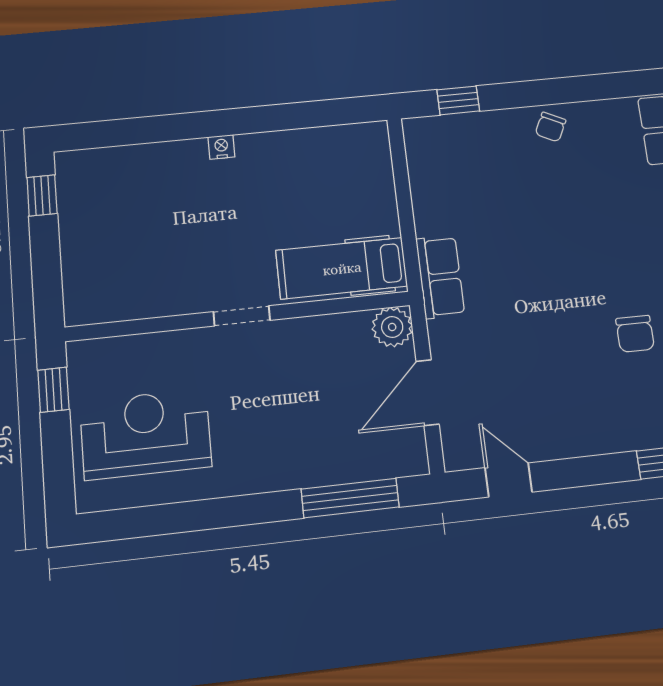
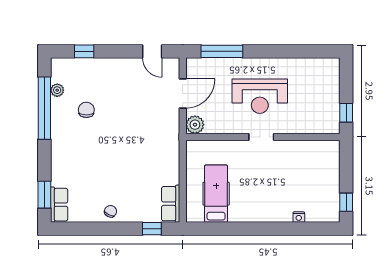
nightstand: (221, 147) -> (299, 217), moved
hospital bed: (342, 268) -> (216, 194), moved, turned -90
row of seats: (440, 277) -> (171, 204), moved
reception desk: (146, 434) -> (260, 96), moved

